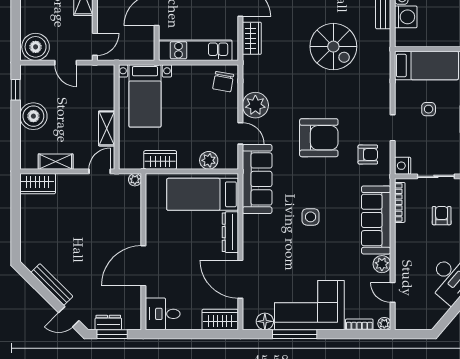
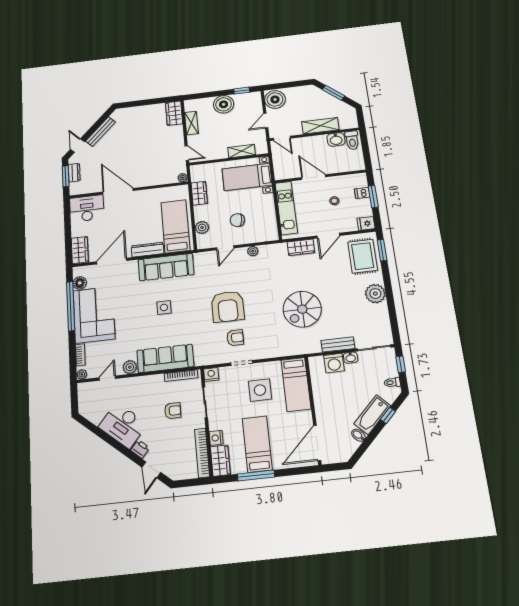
chair: (223, 82) -> (237, 220), moved
plant: (255, 105) -> (253, 251), width x0.53, depth x0.53
side table: (429, 109) -> (260, 390), width x1.87, depth x1.87
shelving: (107, 128) -> (242, 151), moved
armchair: (368, 155) -> (235, 338), moved, turned -90
sofa: (257, 179) -> (166, 267), moved
desk: (163, 314) -> (87, 208), width x1.37
window: (295, 334) -> (71, 306), width x1.46

